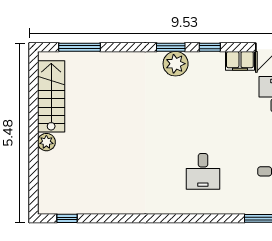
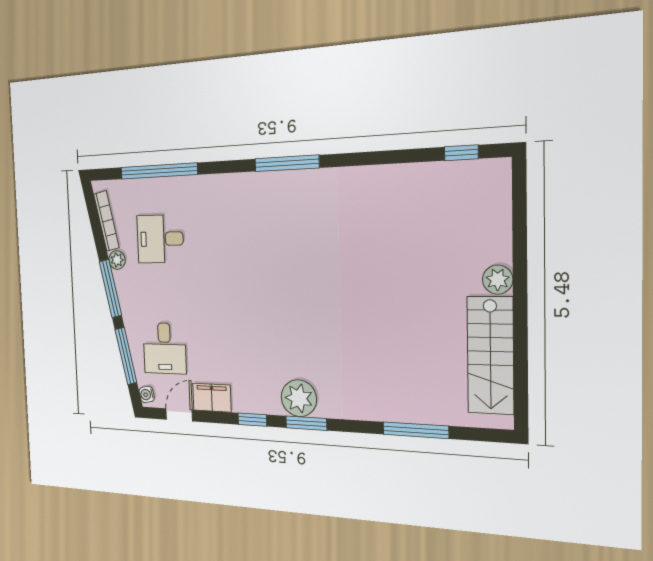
window: (80, 47) -> (416, 430), moved
desk: (203, 171) -> (256, 237), removed
window: (179, 218) -> (287, 163), added

